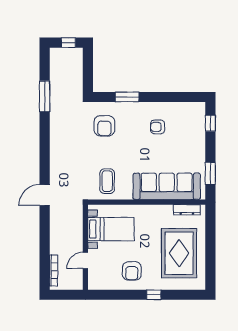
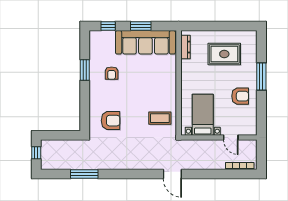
window: (127, 97) -> (85, 70), moved
window: (210, 174) -> (141, 26), moved
sofa: (167, 186) -> (145, 42), moved, turned -90
rug: (179, 253) -> (224, 54), width x0.73, depth x0.69
window: (154, 295) -> (261, 77), width x2.17

